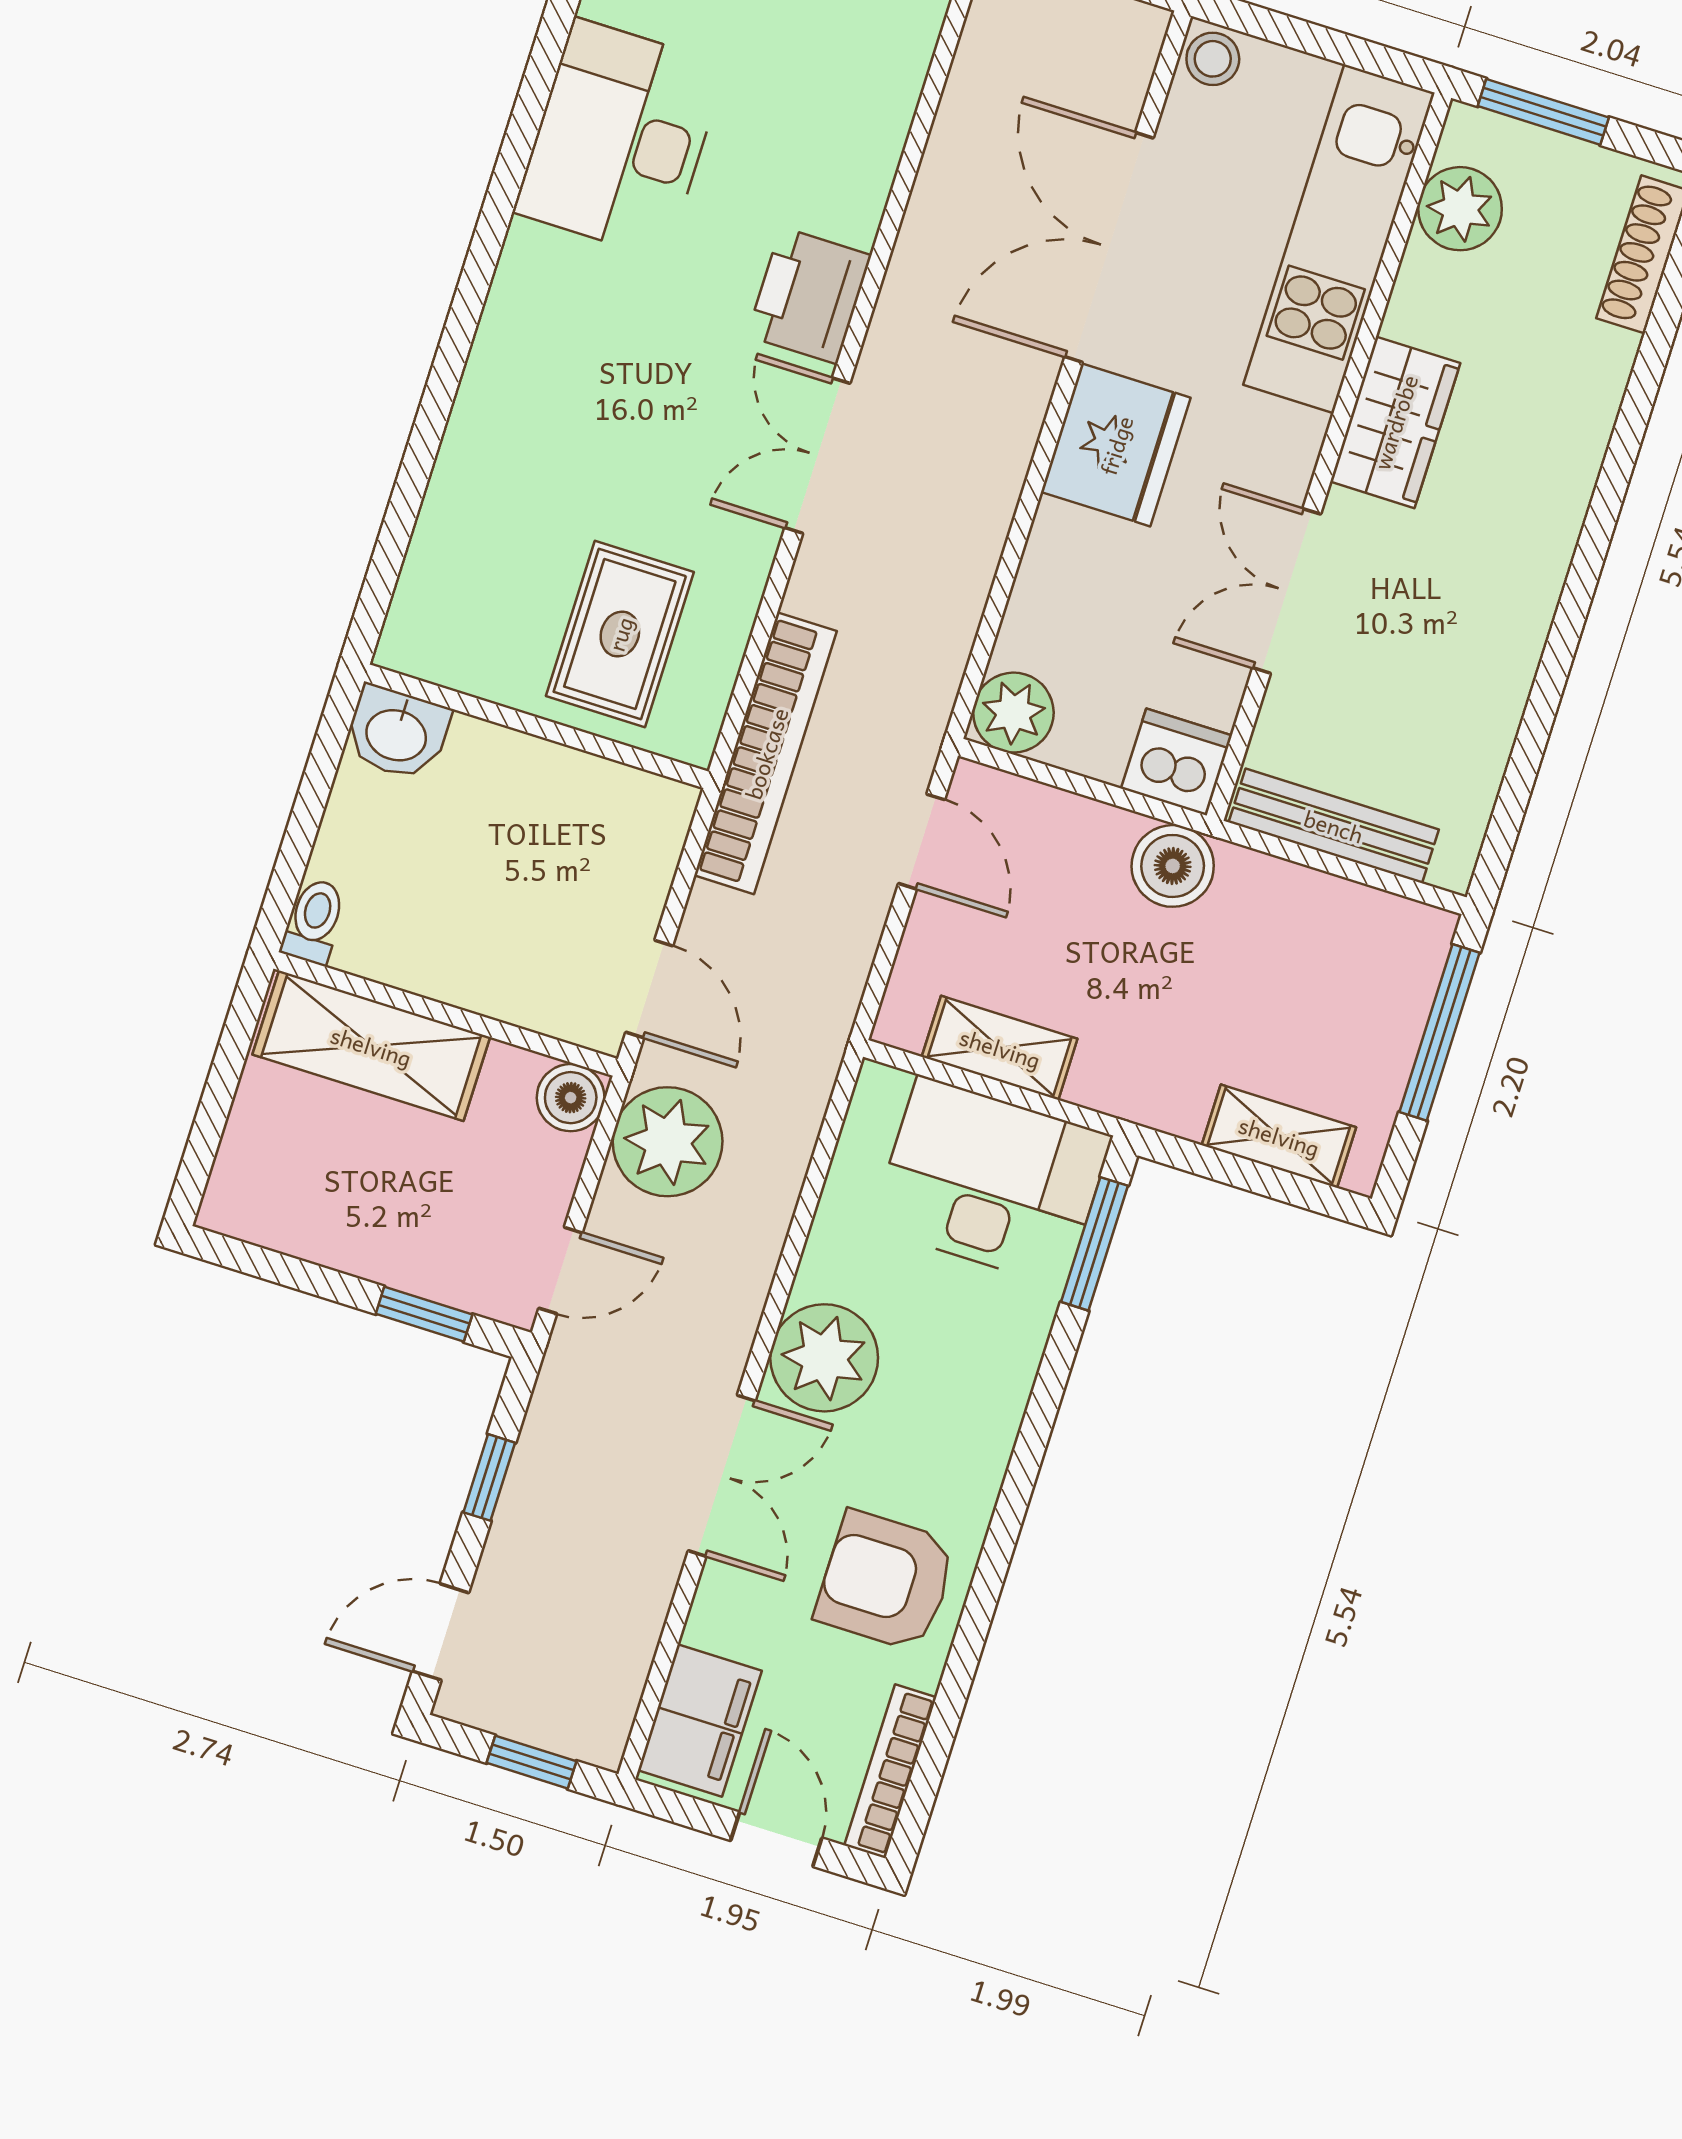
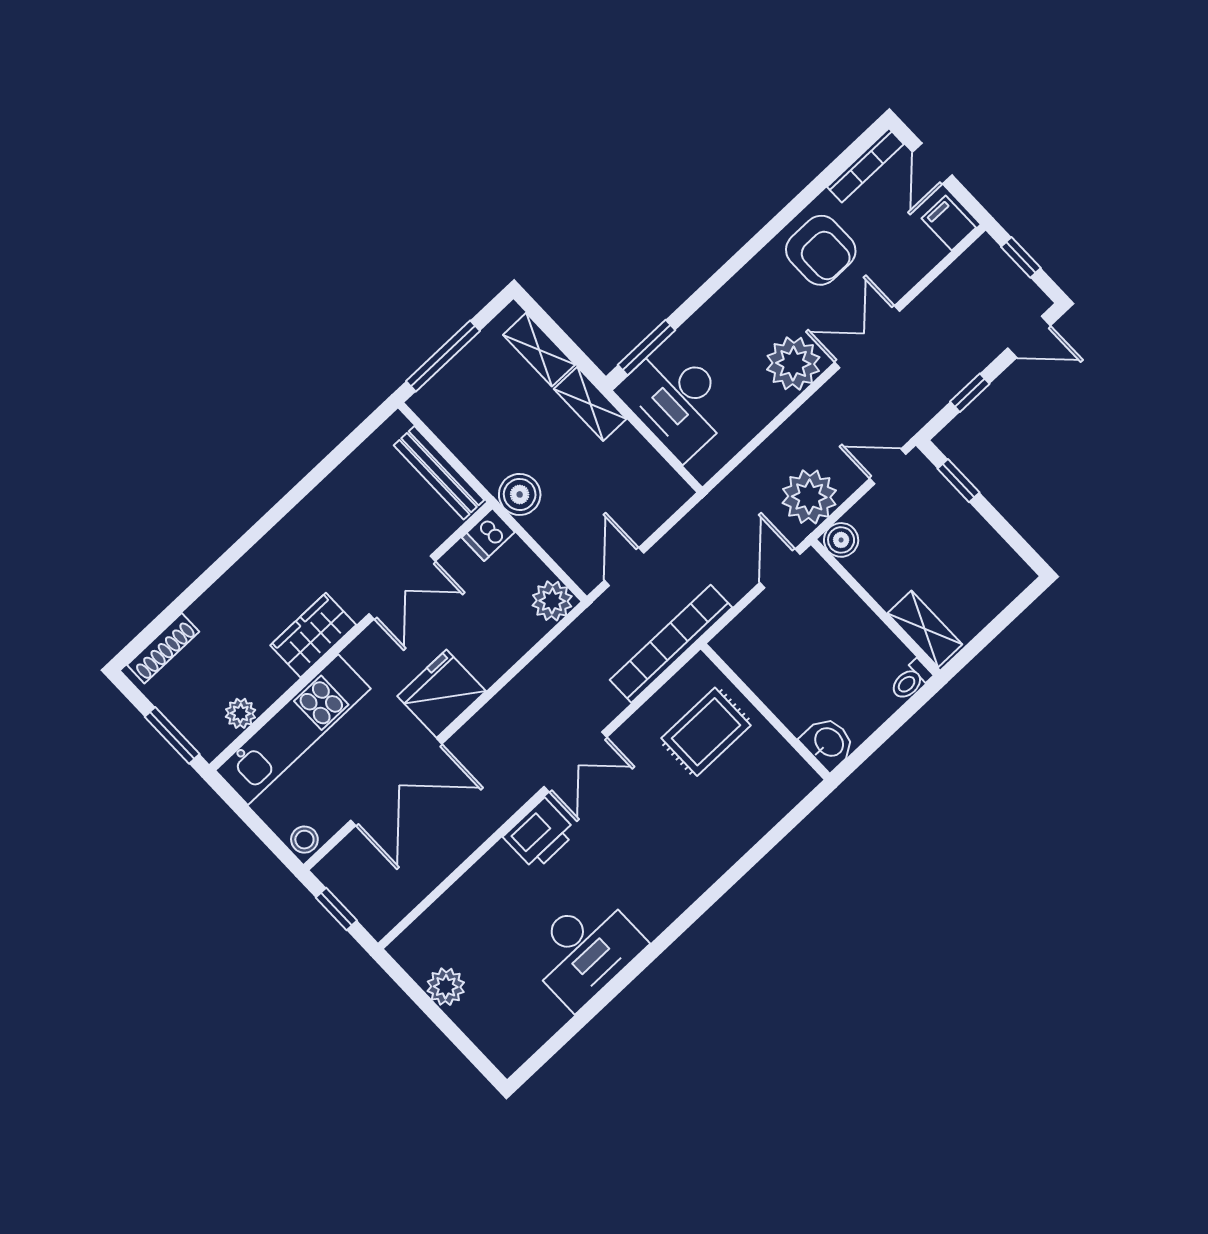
plant: (1460, 209) -> (241, 713), width x0.73, depth x0.73
dishwasher: (1177, 762) -> (488, 535), width x0.73
shelving: (371, 1046) -> (925, 629), width x0.67, depth x0.75
shelving: (1000, 1048) -> (590, 404), moved
filing cabinet: (700, 1720) -> (949, 223), width x0.50

